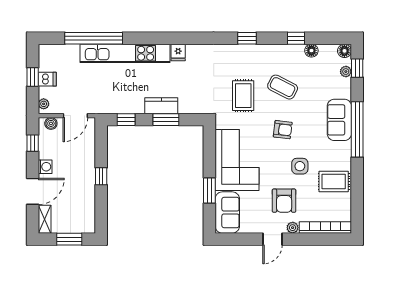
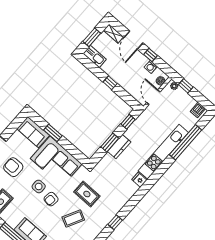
window: (33, 77) -> (186, 86), moved
dishwasher: (47, 79) -> (198, 110), moved
window: (33, 143) -> (150, 55), moved
side table: (300, 166) -> (39, 186), moved
washing machine: (45, 167) -> (151, 67), moved
kitchen sink: (87, 218) -> (95, 56), added

